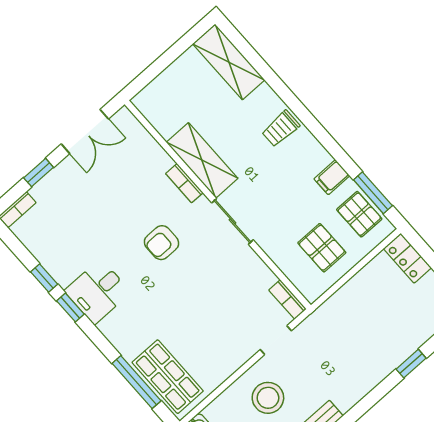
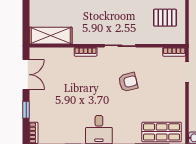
shelving: (202, 160) -> (51, 36), moved
armchair: (161, 243) -> (128, 82), moved, turned -104

